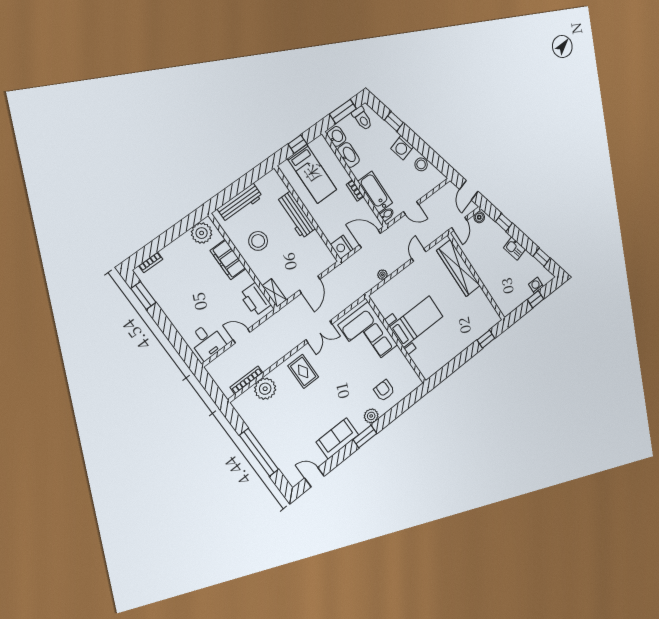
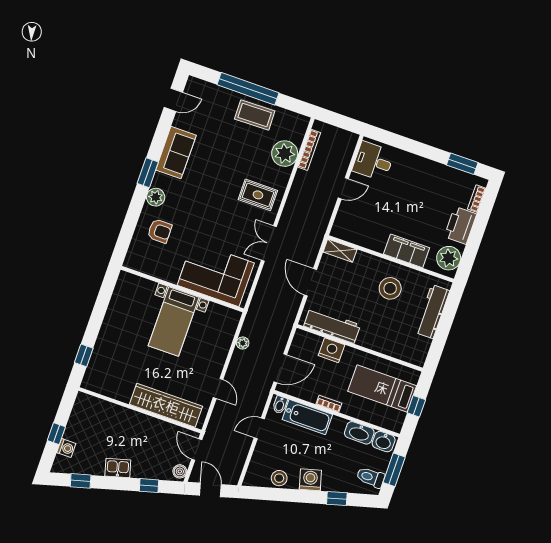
workbench: (296, 215) -> (332, 325), moved
nightstand: (342, 247) -> (331, 350), moved
printer: (255, 299) -> (460, 225), moved, turned -90
coffee table: (267, 430) -> (255, 115), added

